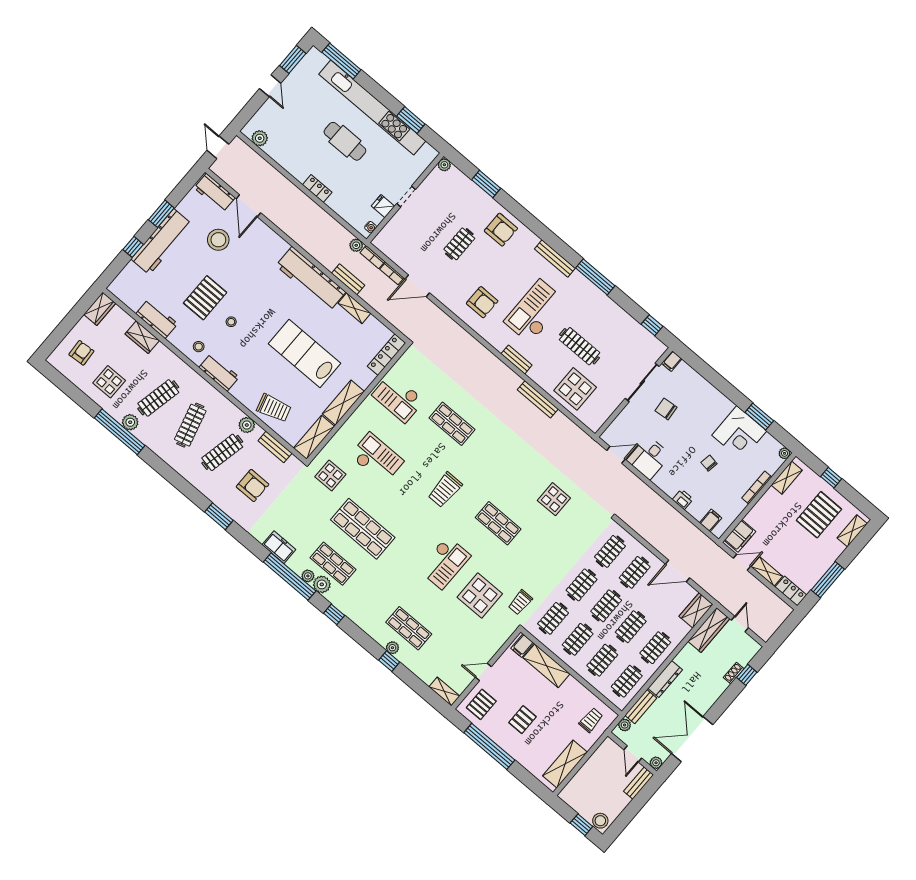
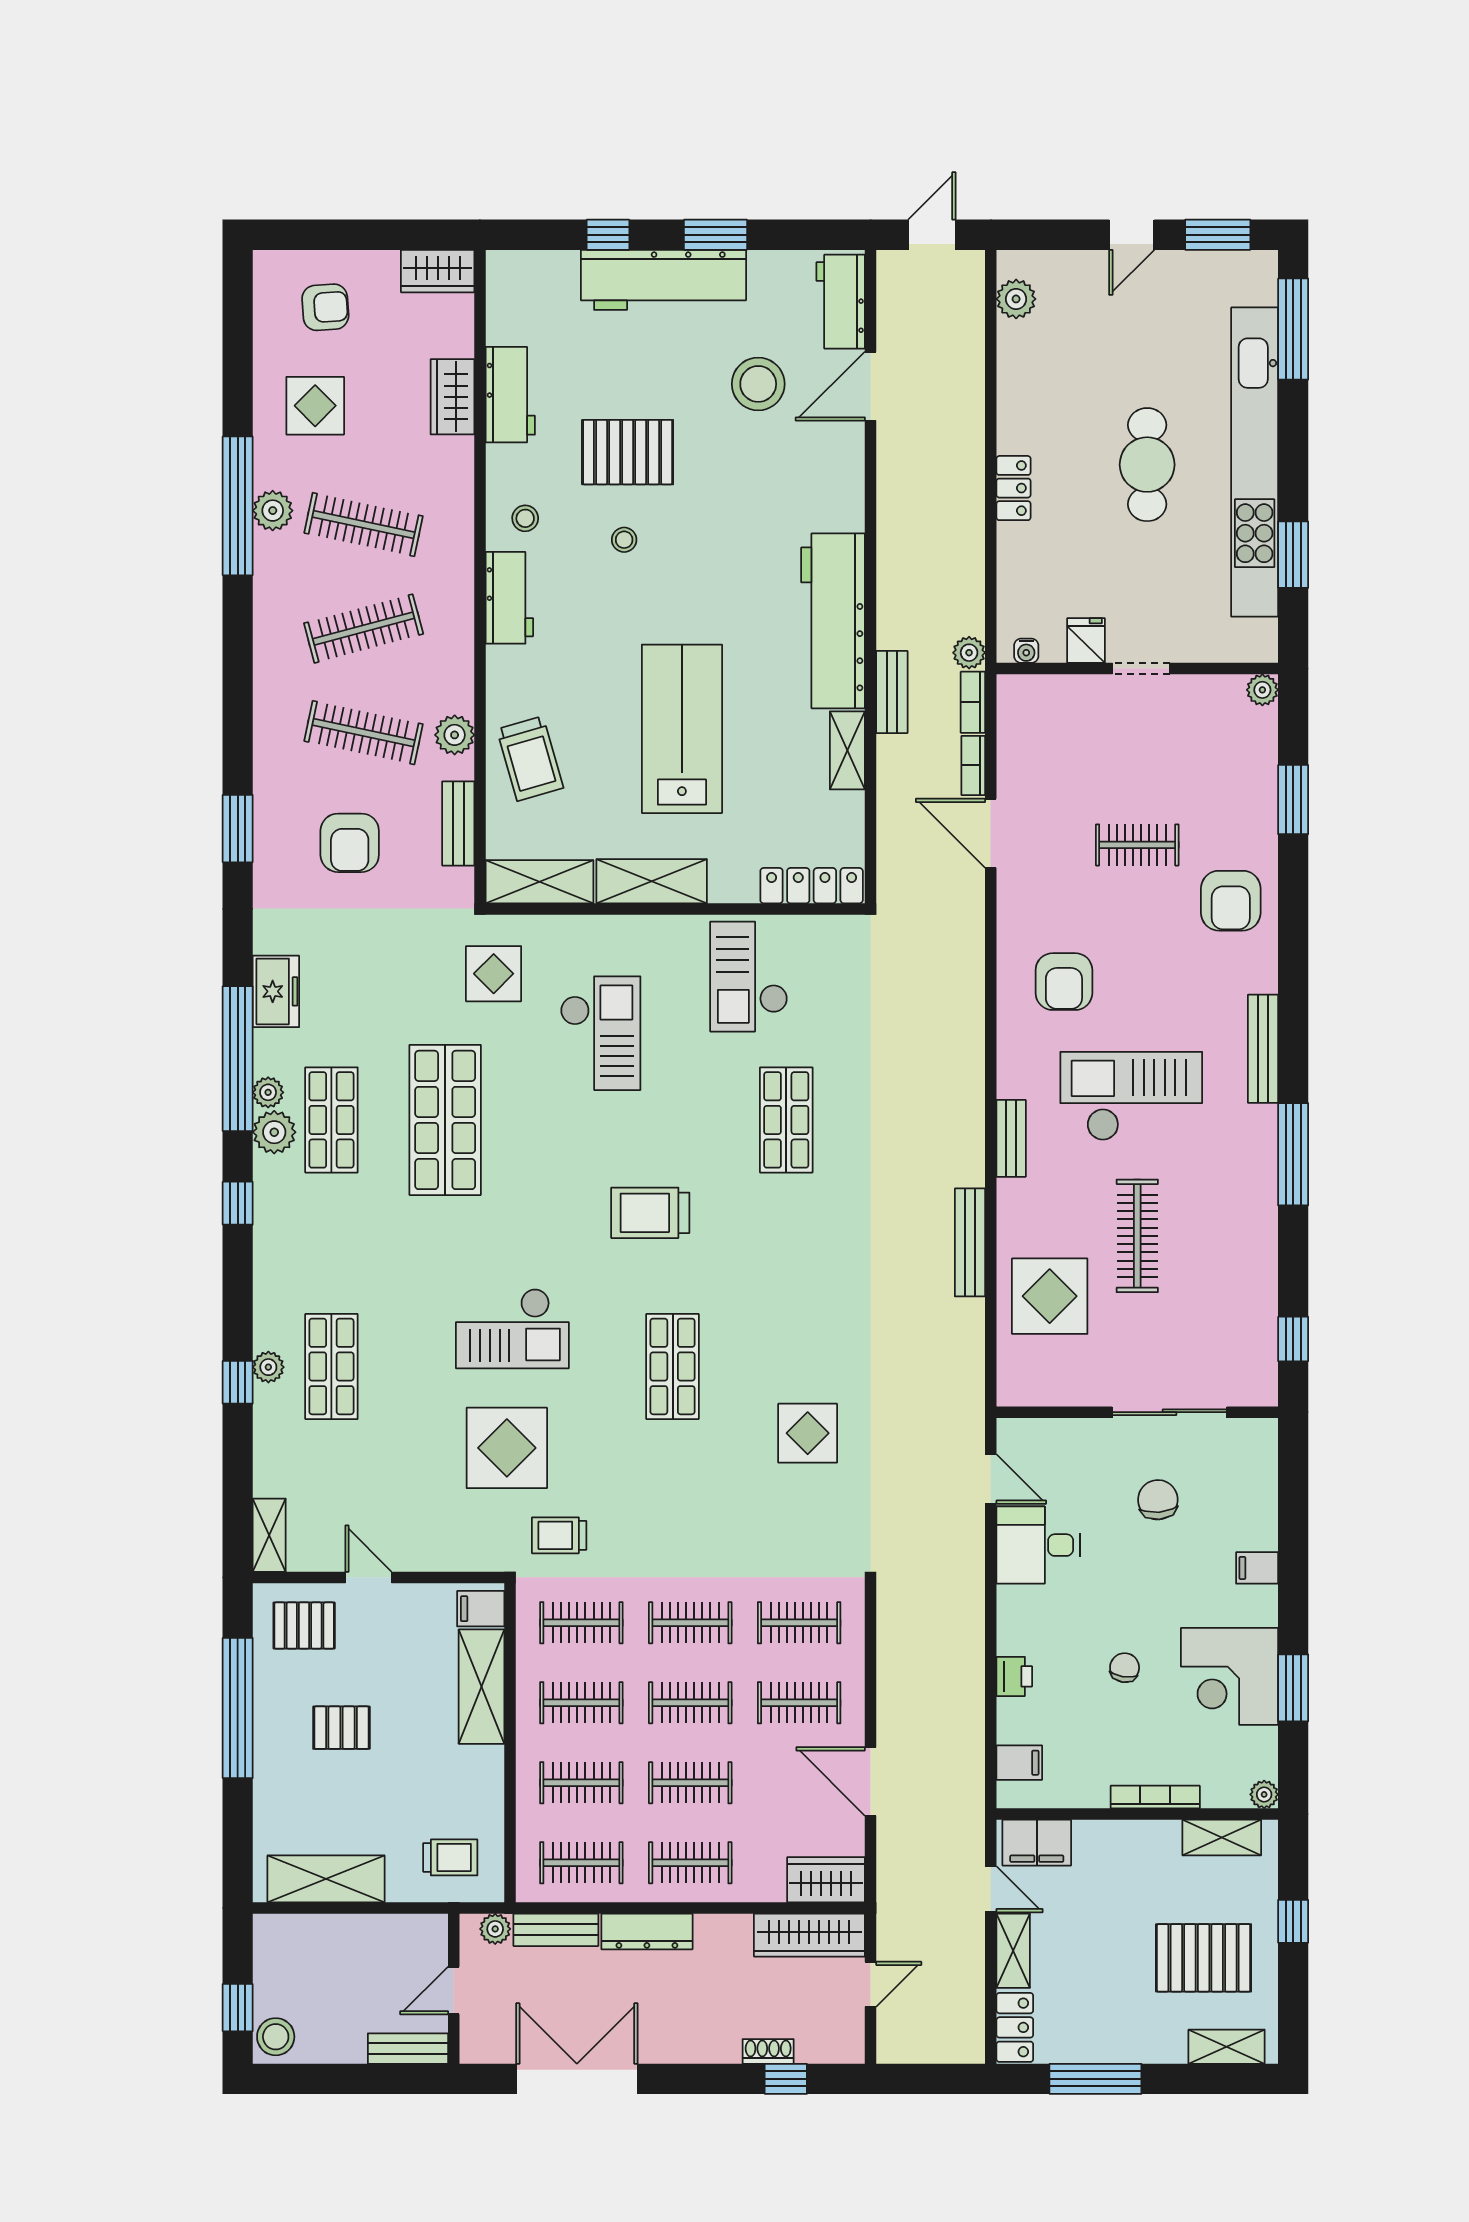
filing cabinet: (672, 361) -> (1257, 1568), moved
plant: (656, 763) -> (474, 2049), removed

